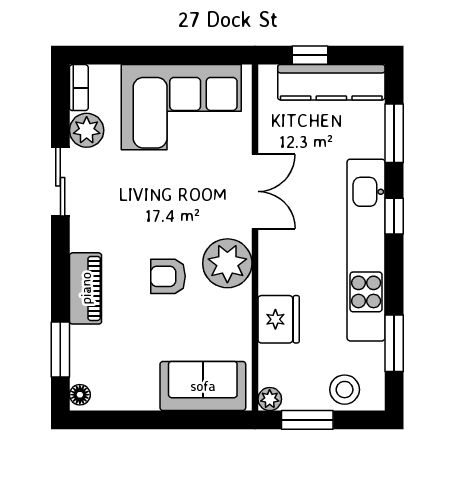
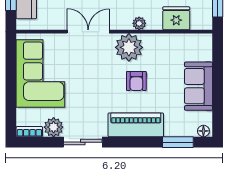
piano: (86, 288) -> (136, 125), width x1.37, depth x1.33
fridge: (279, 319) -> (176, 18), moved
sofa: (203, 386) -> (198, 86), moved
plant: (270, 399) -> (139, 23), moved

